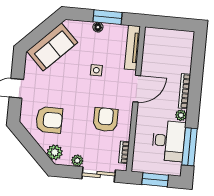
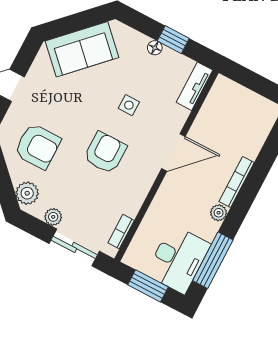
window: (107, 17) -> (173, 40), width x0.67
tv unit: (132, 48) -> (194, 86), width x0.71
armchair: (106, 120) -> (105, 153), moved
desk: (169, 141) -> (178, 259), moved

